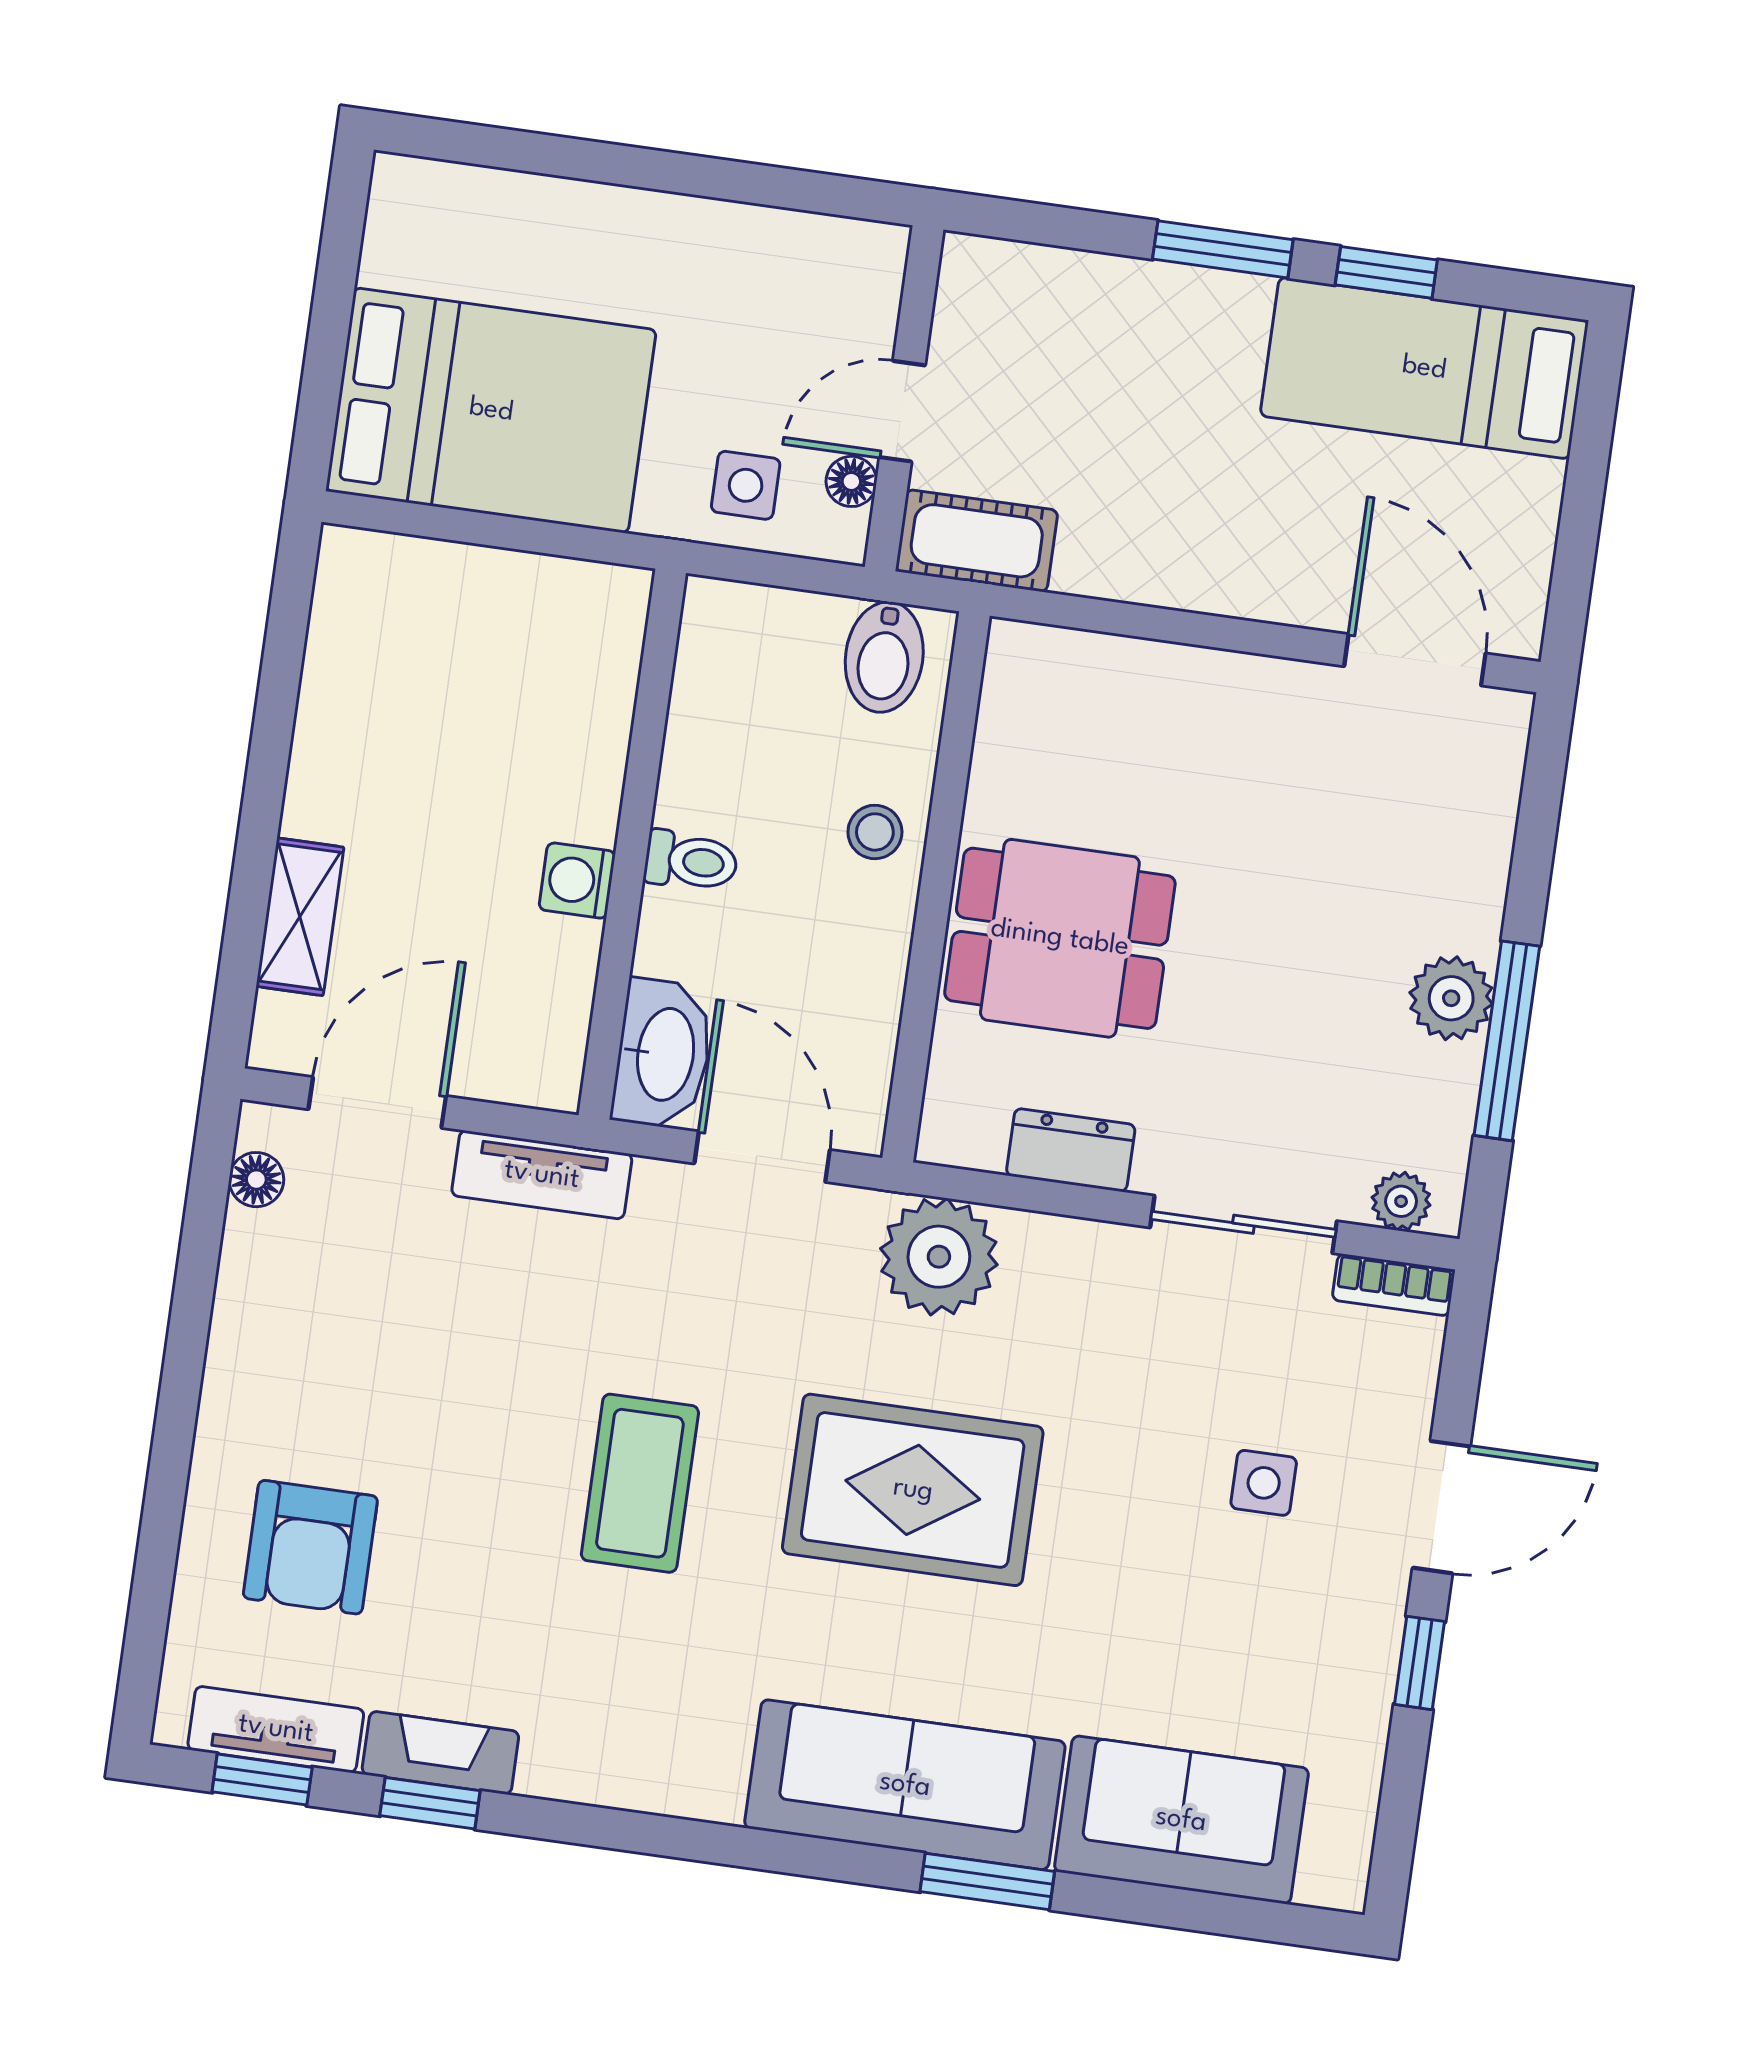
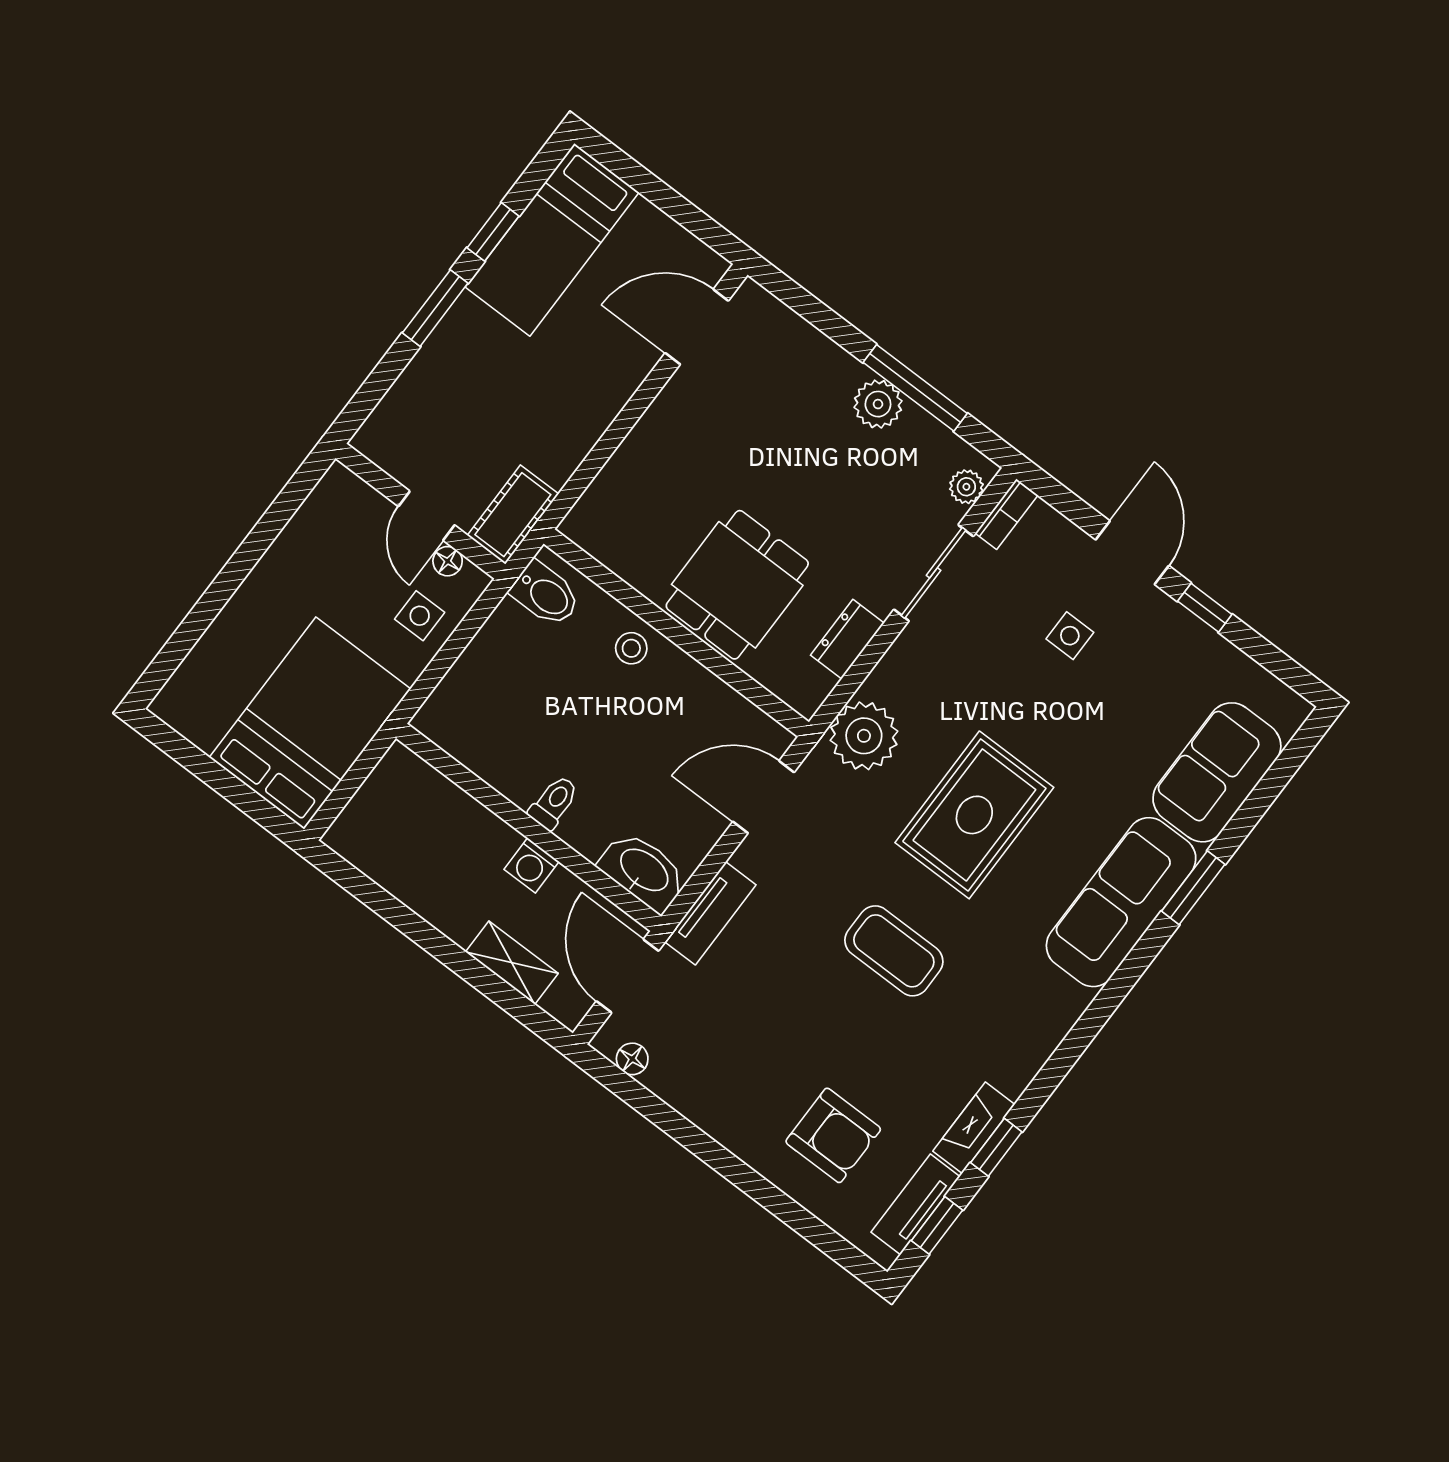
wall: (632, 844) -> (529, 827), moved
toilet: (691, 861) -> (554, 802), moved
washing machine: (577, 881) -> (531, 865), moved
washbasin: (663, 1054) -> (643, 871), moved

